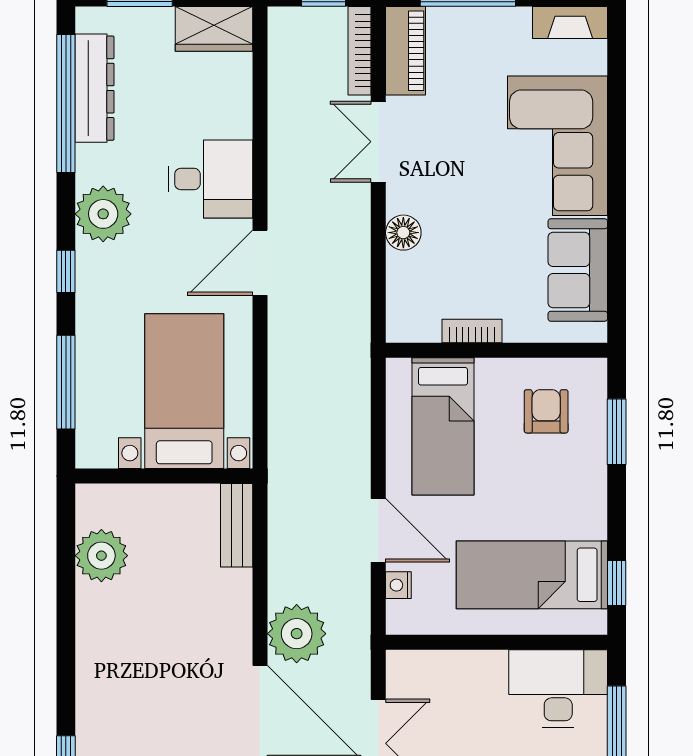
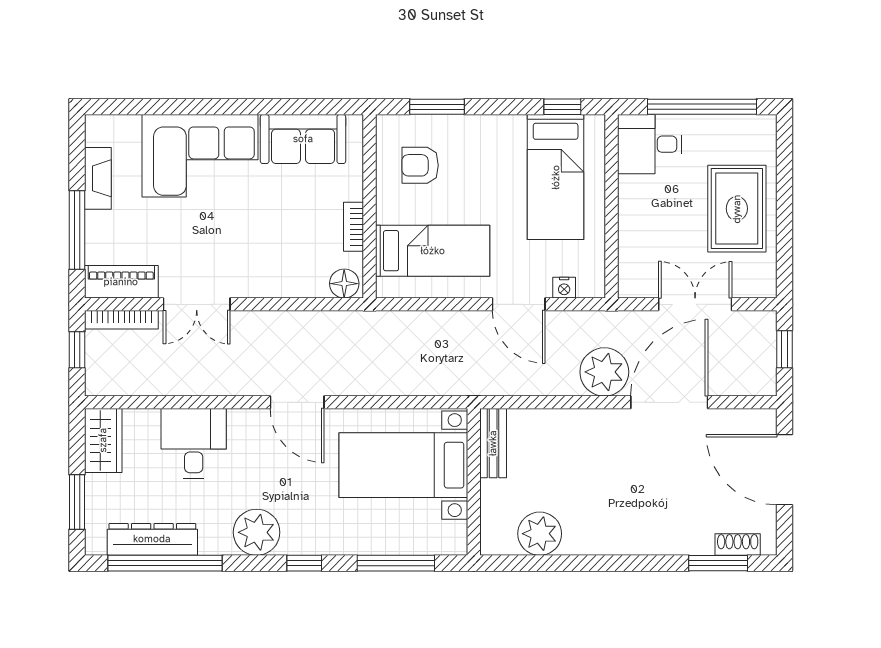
fireplace: (570, 22) -> (98, 178), moved
desk: (210, 179) -> (194, 443), moved
floor lamp: (403, 233) -> (344, 284), moved
bench: (237, 525) -> (493, 443), moved, turned 90
door: (378, 530) -> (519, 304), swing flipped
desk: (558, 688) -> (650, 144), width x0.73

